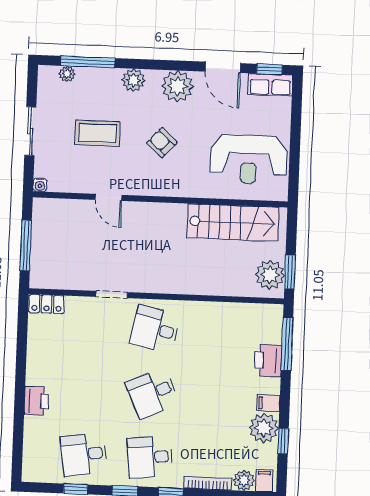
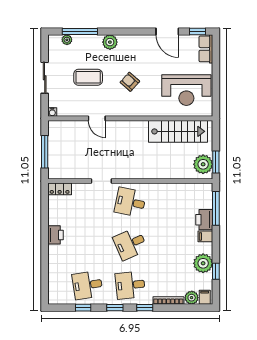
row of seats: (270, 85) -> (206, 49), moved, turned 90
plant: (177, 86) -> (138, 45), removed
printer: (36, 401) -> (55, 235), moved
filing cabinet: (268, 403) -> (205, 236), moved

